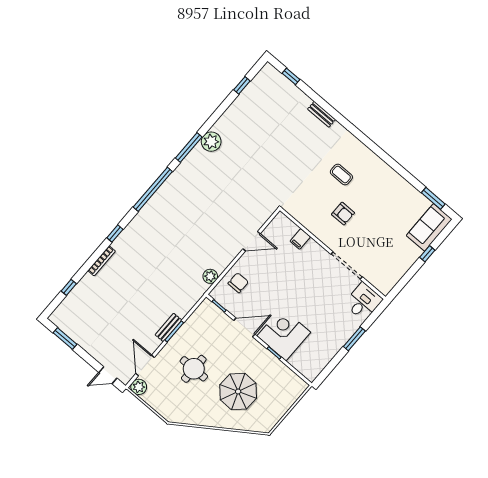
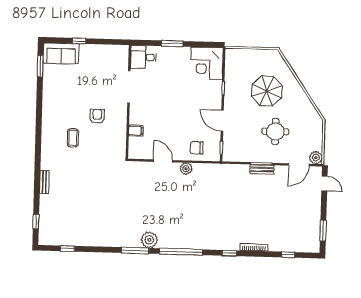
plant: (211, 142) -> (149, 240), moved
plant: (210, 276) -> (186, 169), moved
corner desk: (284, 334) -> (207, 63), moved

